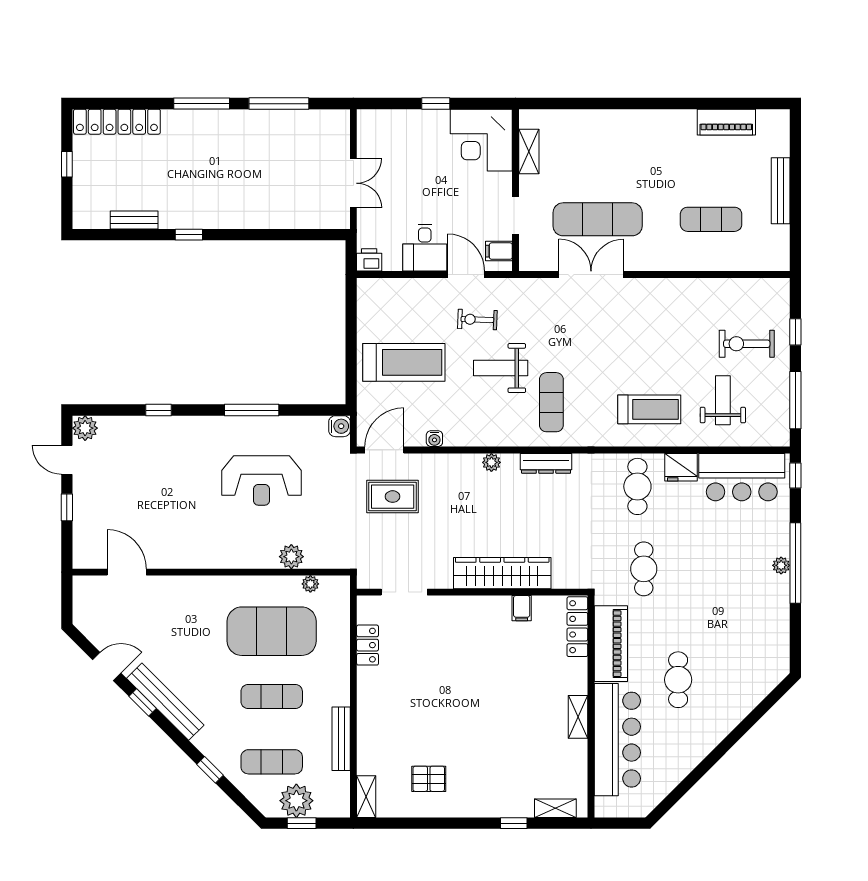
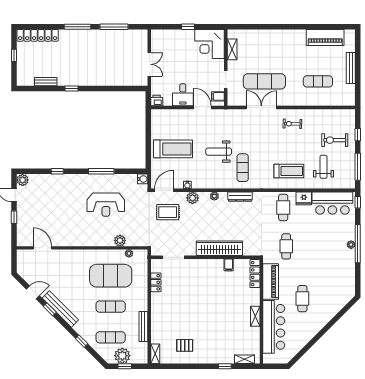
piano: (726, 122) -> (325, 38), width x1.37, depth x1.33
exercise bike: (477, 320) -> (292, 124), moved
plant: (445, 466) -> (193, 198), added

